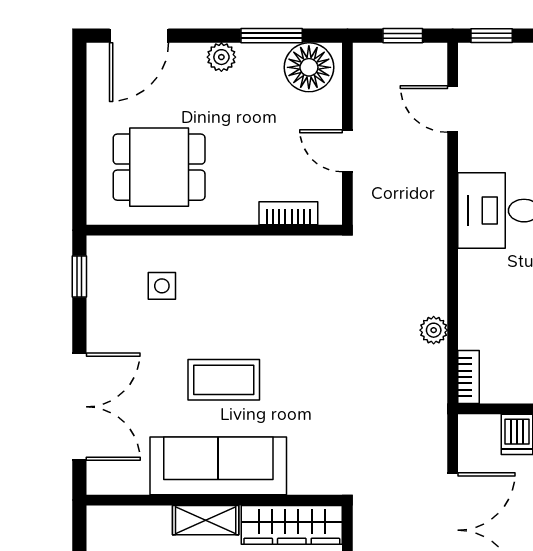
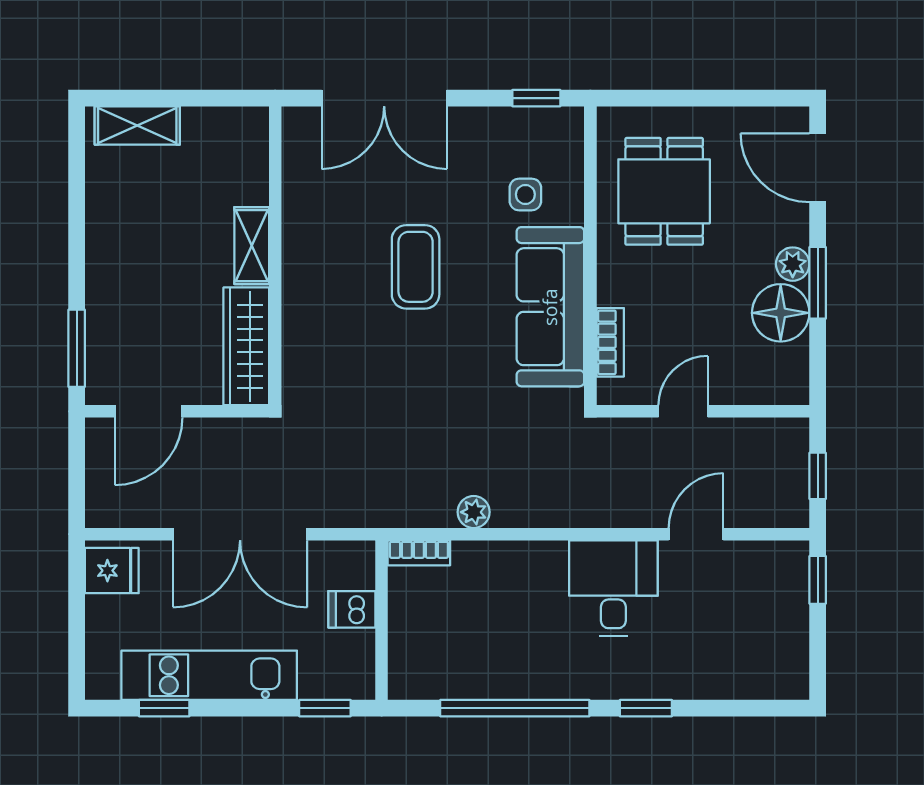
window: (272, 36) -> (818, 283), moved
floor lamp: (309, 67) -> (781, 313), moved
door: (453, 109) -> (696, 534), moved
sofa: (218, 466) -> (550, 307), moved, turned 180

